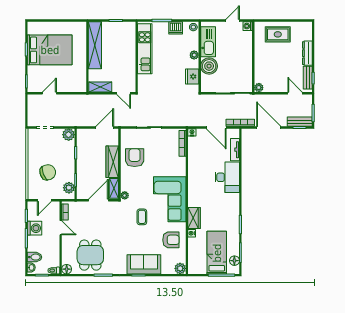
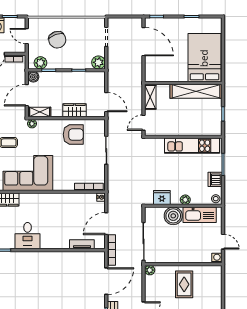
rug: (278, 34) -> (184, 284), moved
bed: (50, 50) -> (204, 58), moved, turned 180
door: (49, 93) -> (144, 42), width x1.87
wardrobe: (112, 162) -> (75, 110), width x0.67
desk: (227, 177) -> (28, 236), moved, width x0.73
boiler: (82, 194) -> (33, 77), added
door: (98, 200) -> (27, 95), swing flipped

